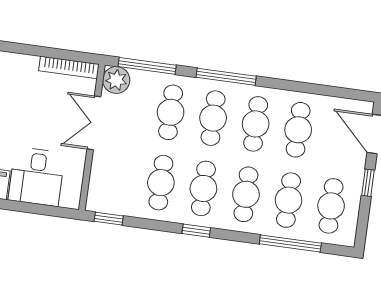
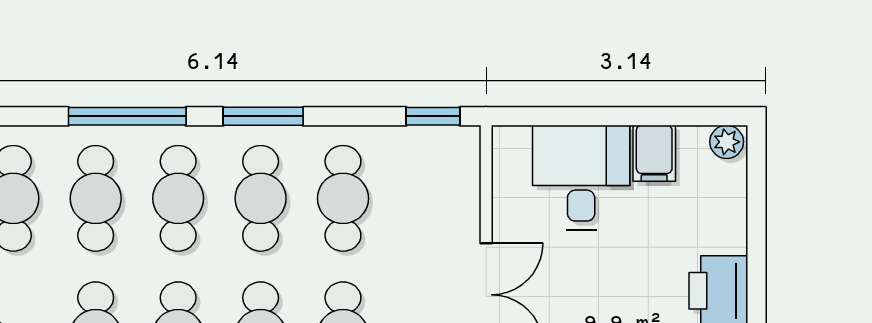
window: (196, 231) -> (263, 116), width x1.50
window: (290, 244) -> (127, 116), moved

